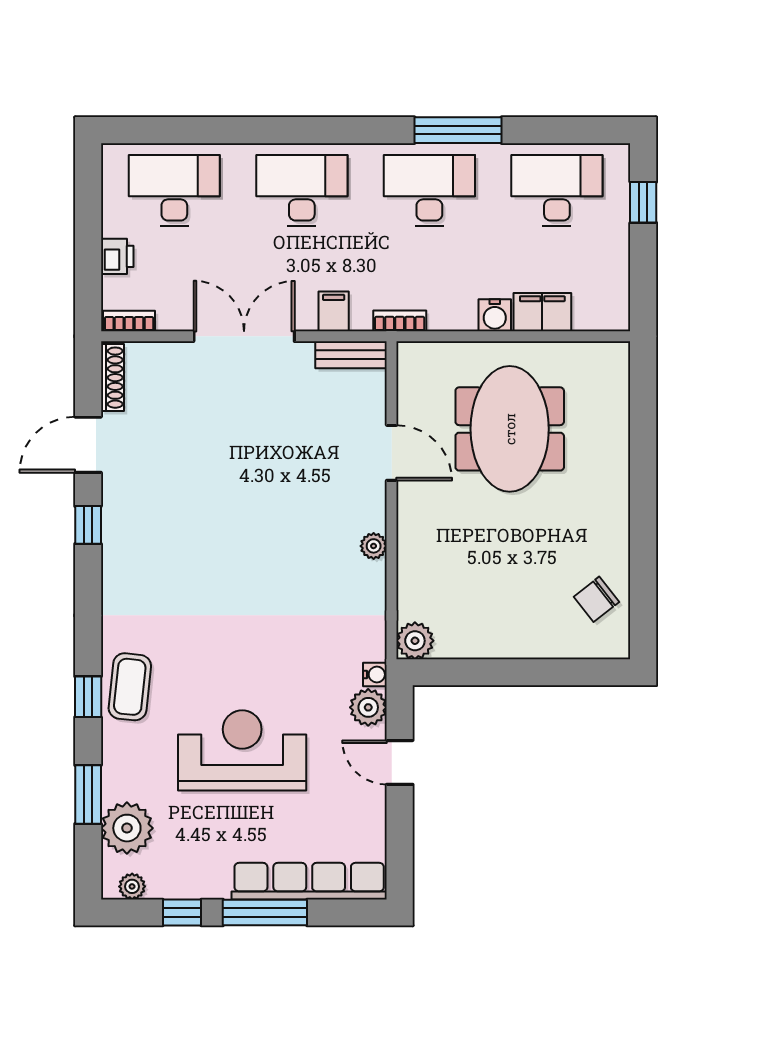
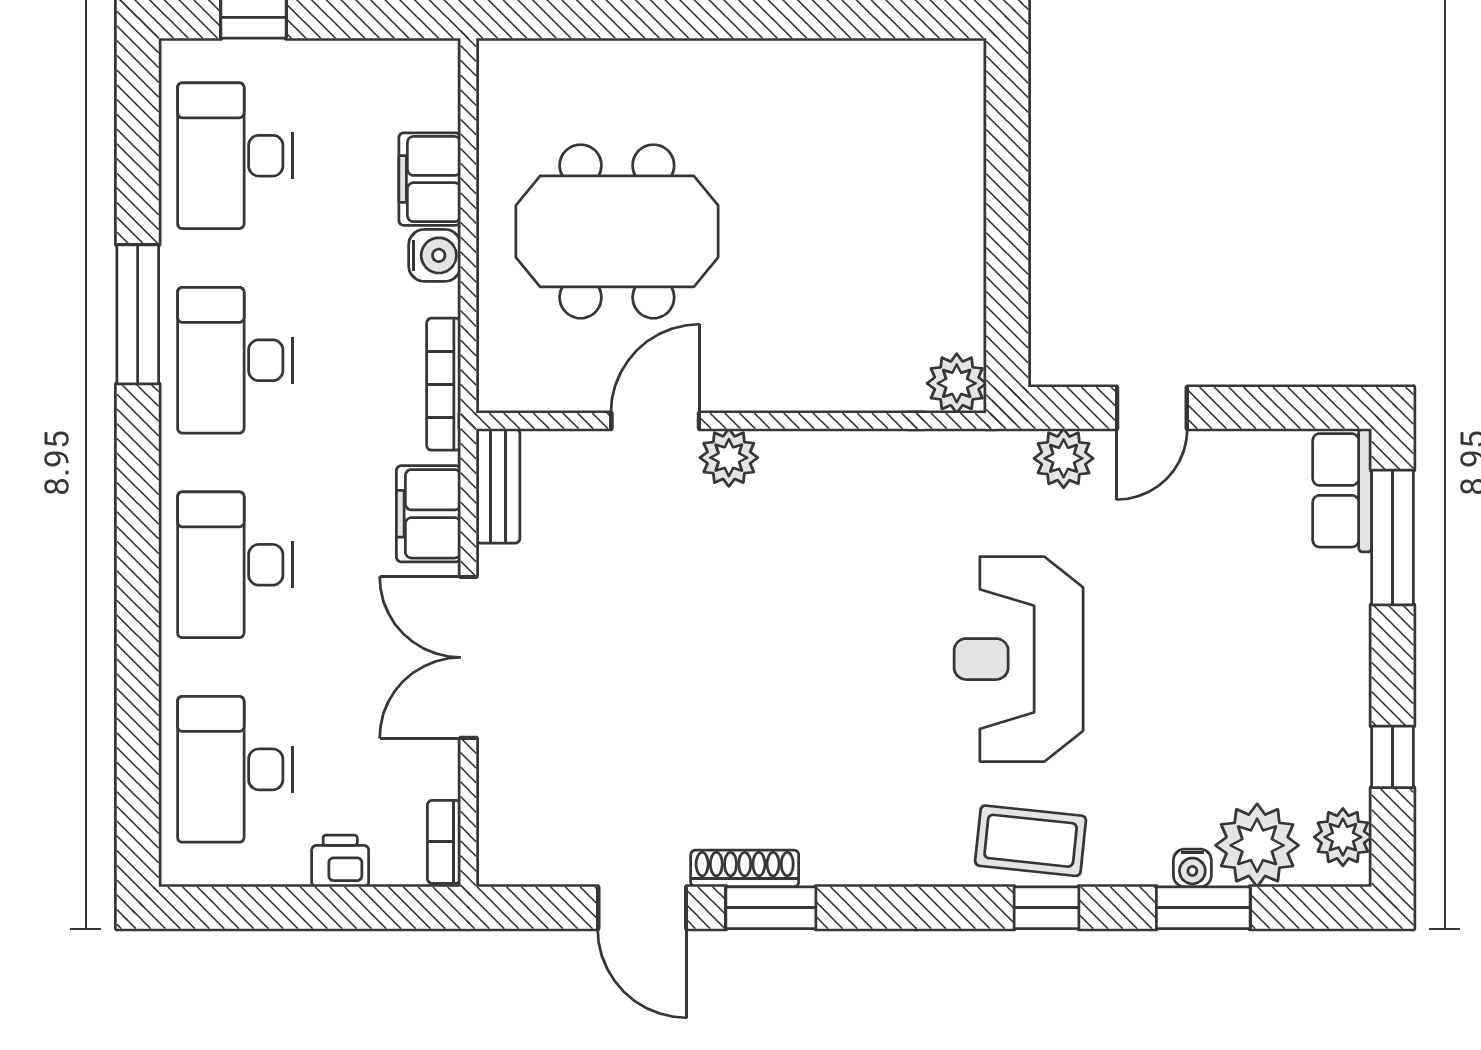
filing cabinet: (334, 311) -> (428, 514), width x2.00
bookcase: (400, 321) -> (444, 384), width x1.56
shoe rack: (112, 378) -> (745, 869), moved
window: (88, 525) -> (771, 908), width x1.50
plant: (374, 546) -> (729, 458), moved, width x1.38, depth x1.38
chair: (596, 599) -> (890, 92), removed
water cooler: (375, 674) -> (1192, 868), moved, turned 180
reception desk: (242, 750) -> (1019, 659), moved
row of seats: (309, 881) -> (1342, 490), width x0.50
plant: (132, 886) -> (1343, 837), width x1.38, depth x1.38
window: (265, 912) -> (1393, 537), moved

